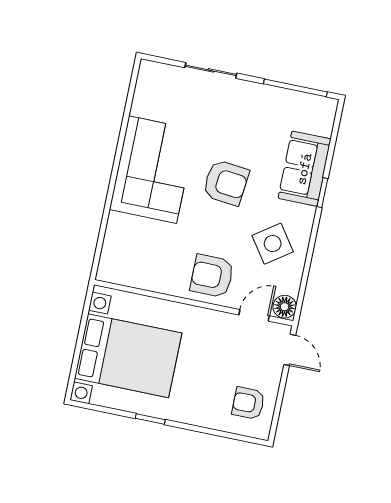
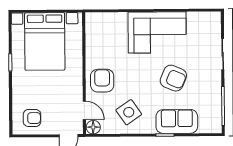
armchair: (226, 183) -> (173, 78), moved, turned -73
armchair: (248, 403) -> (32, 118), turned 90

